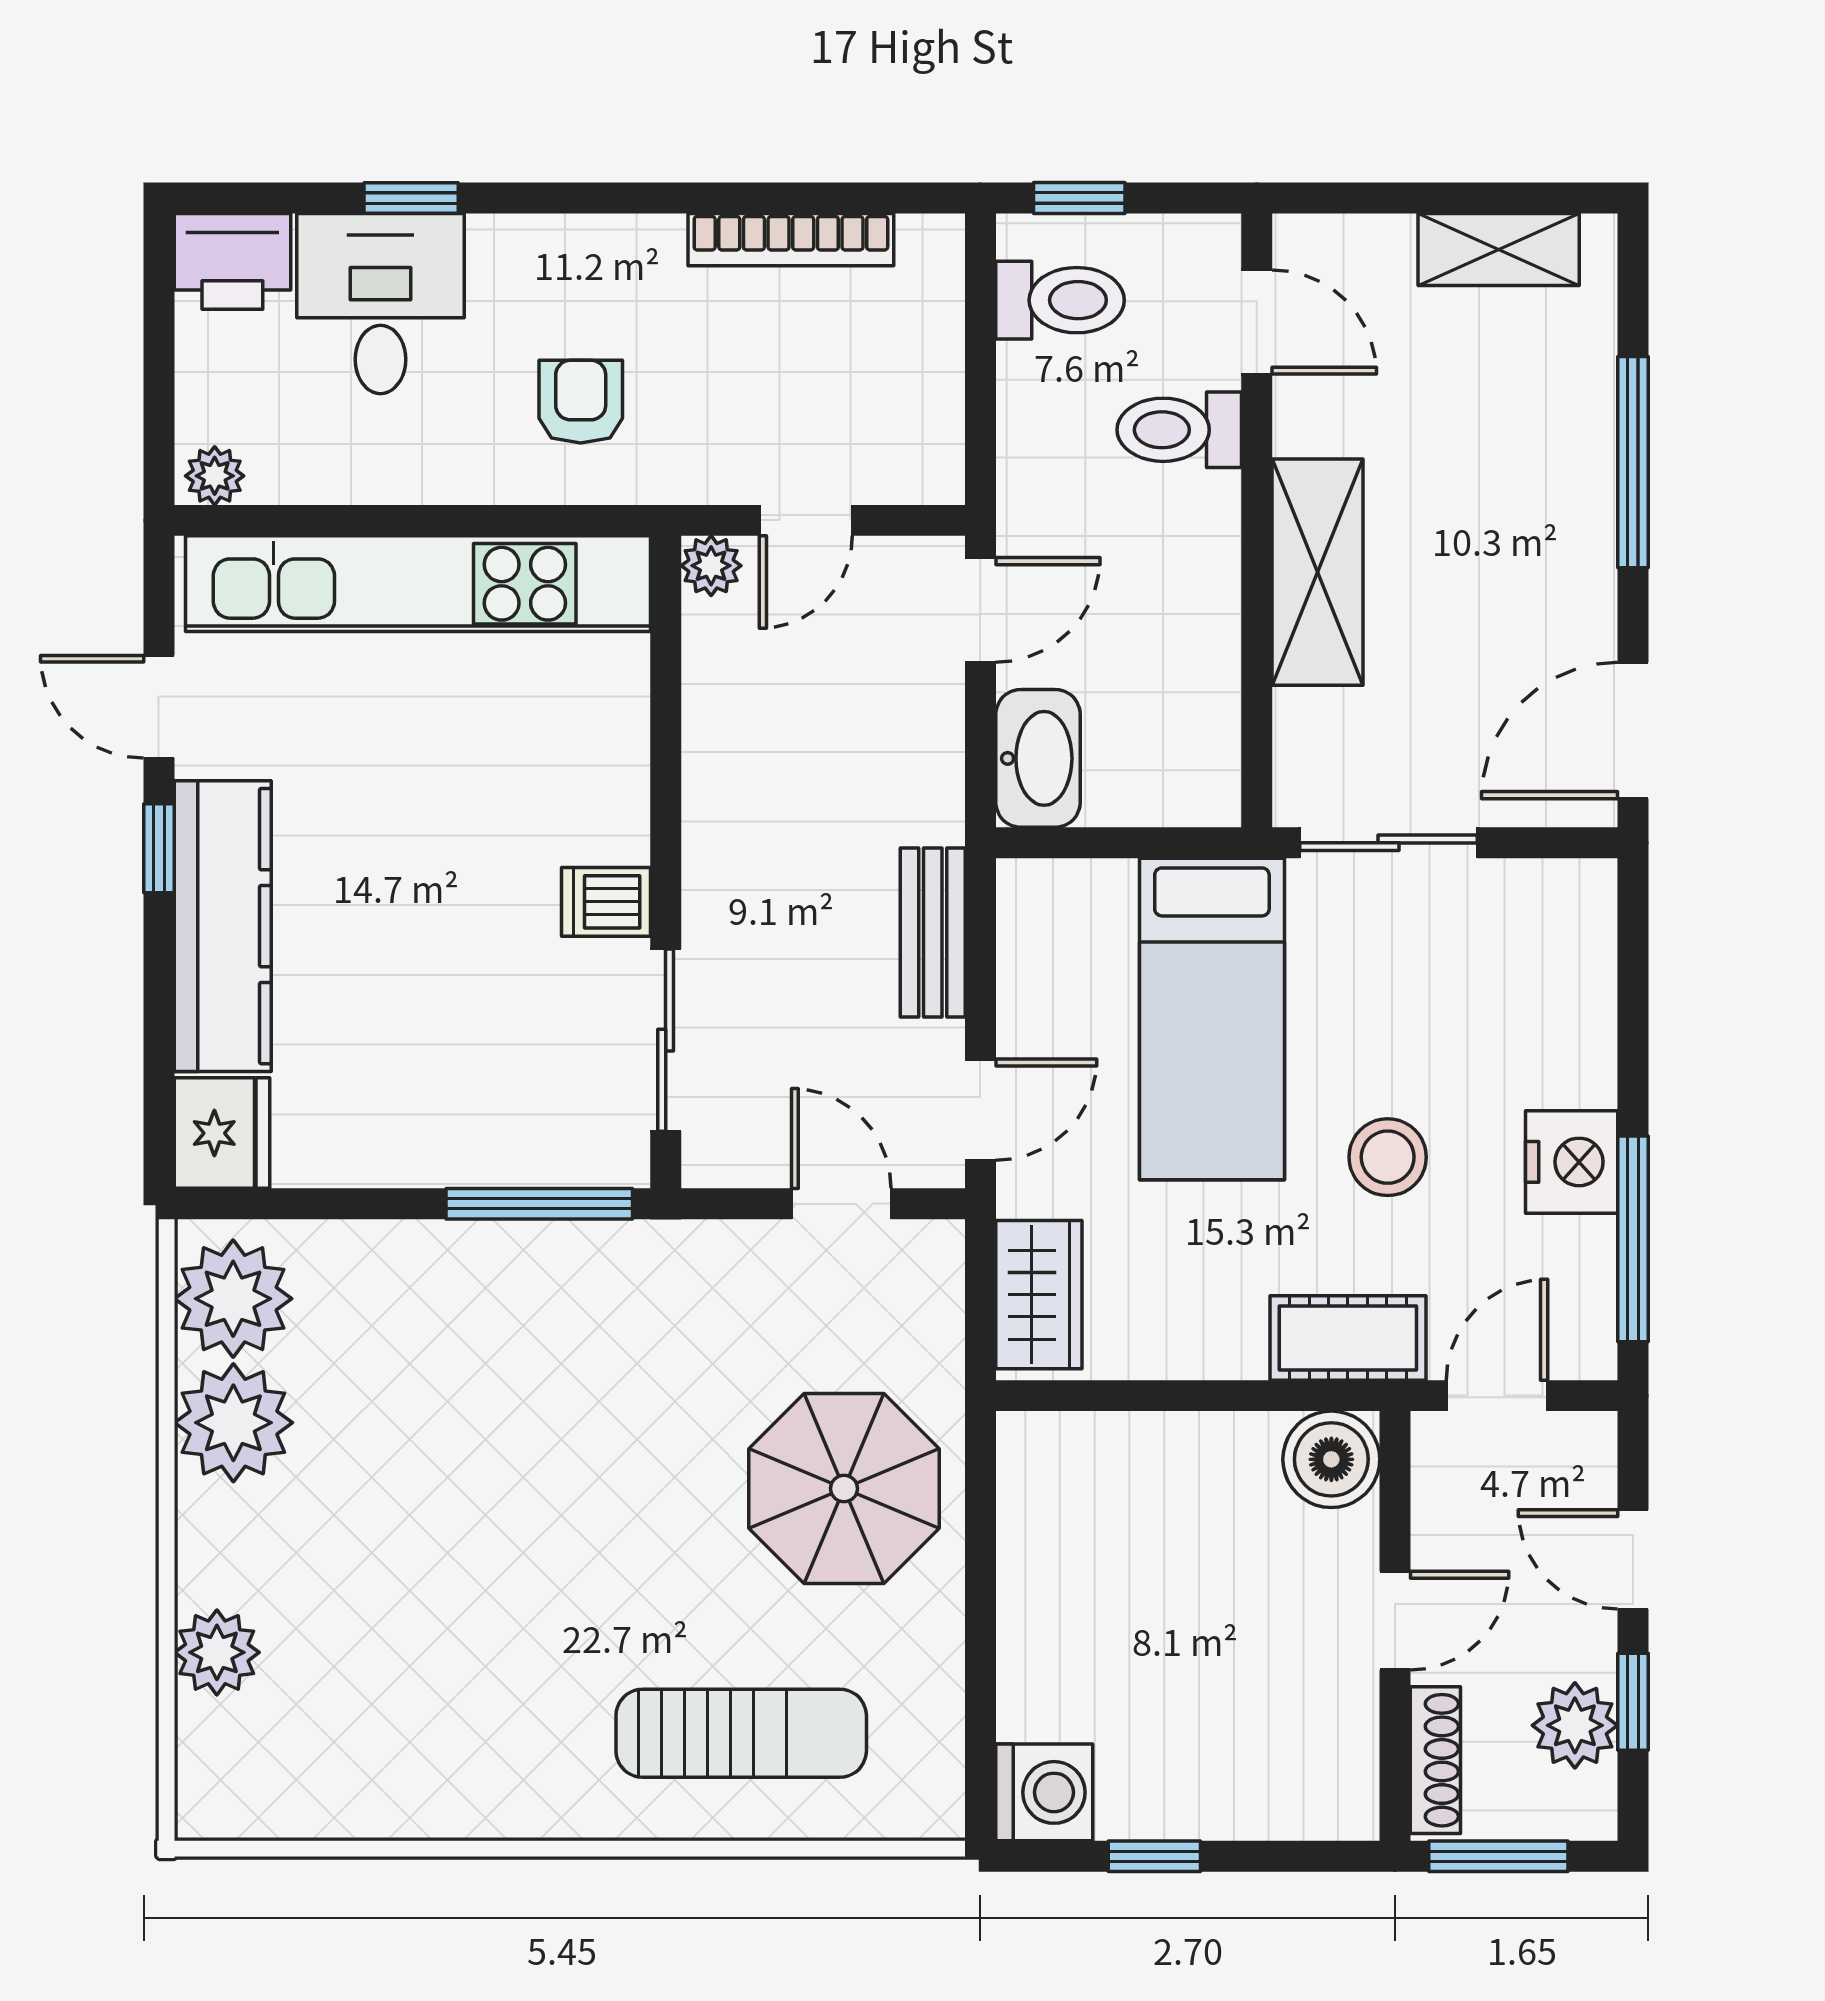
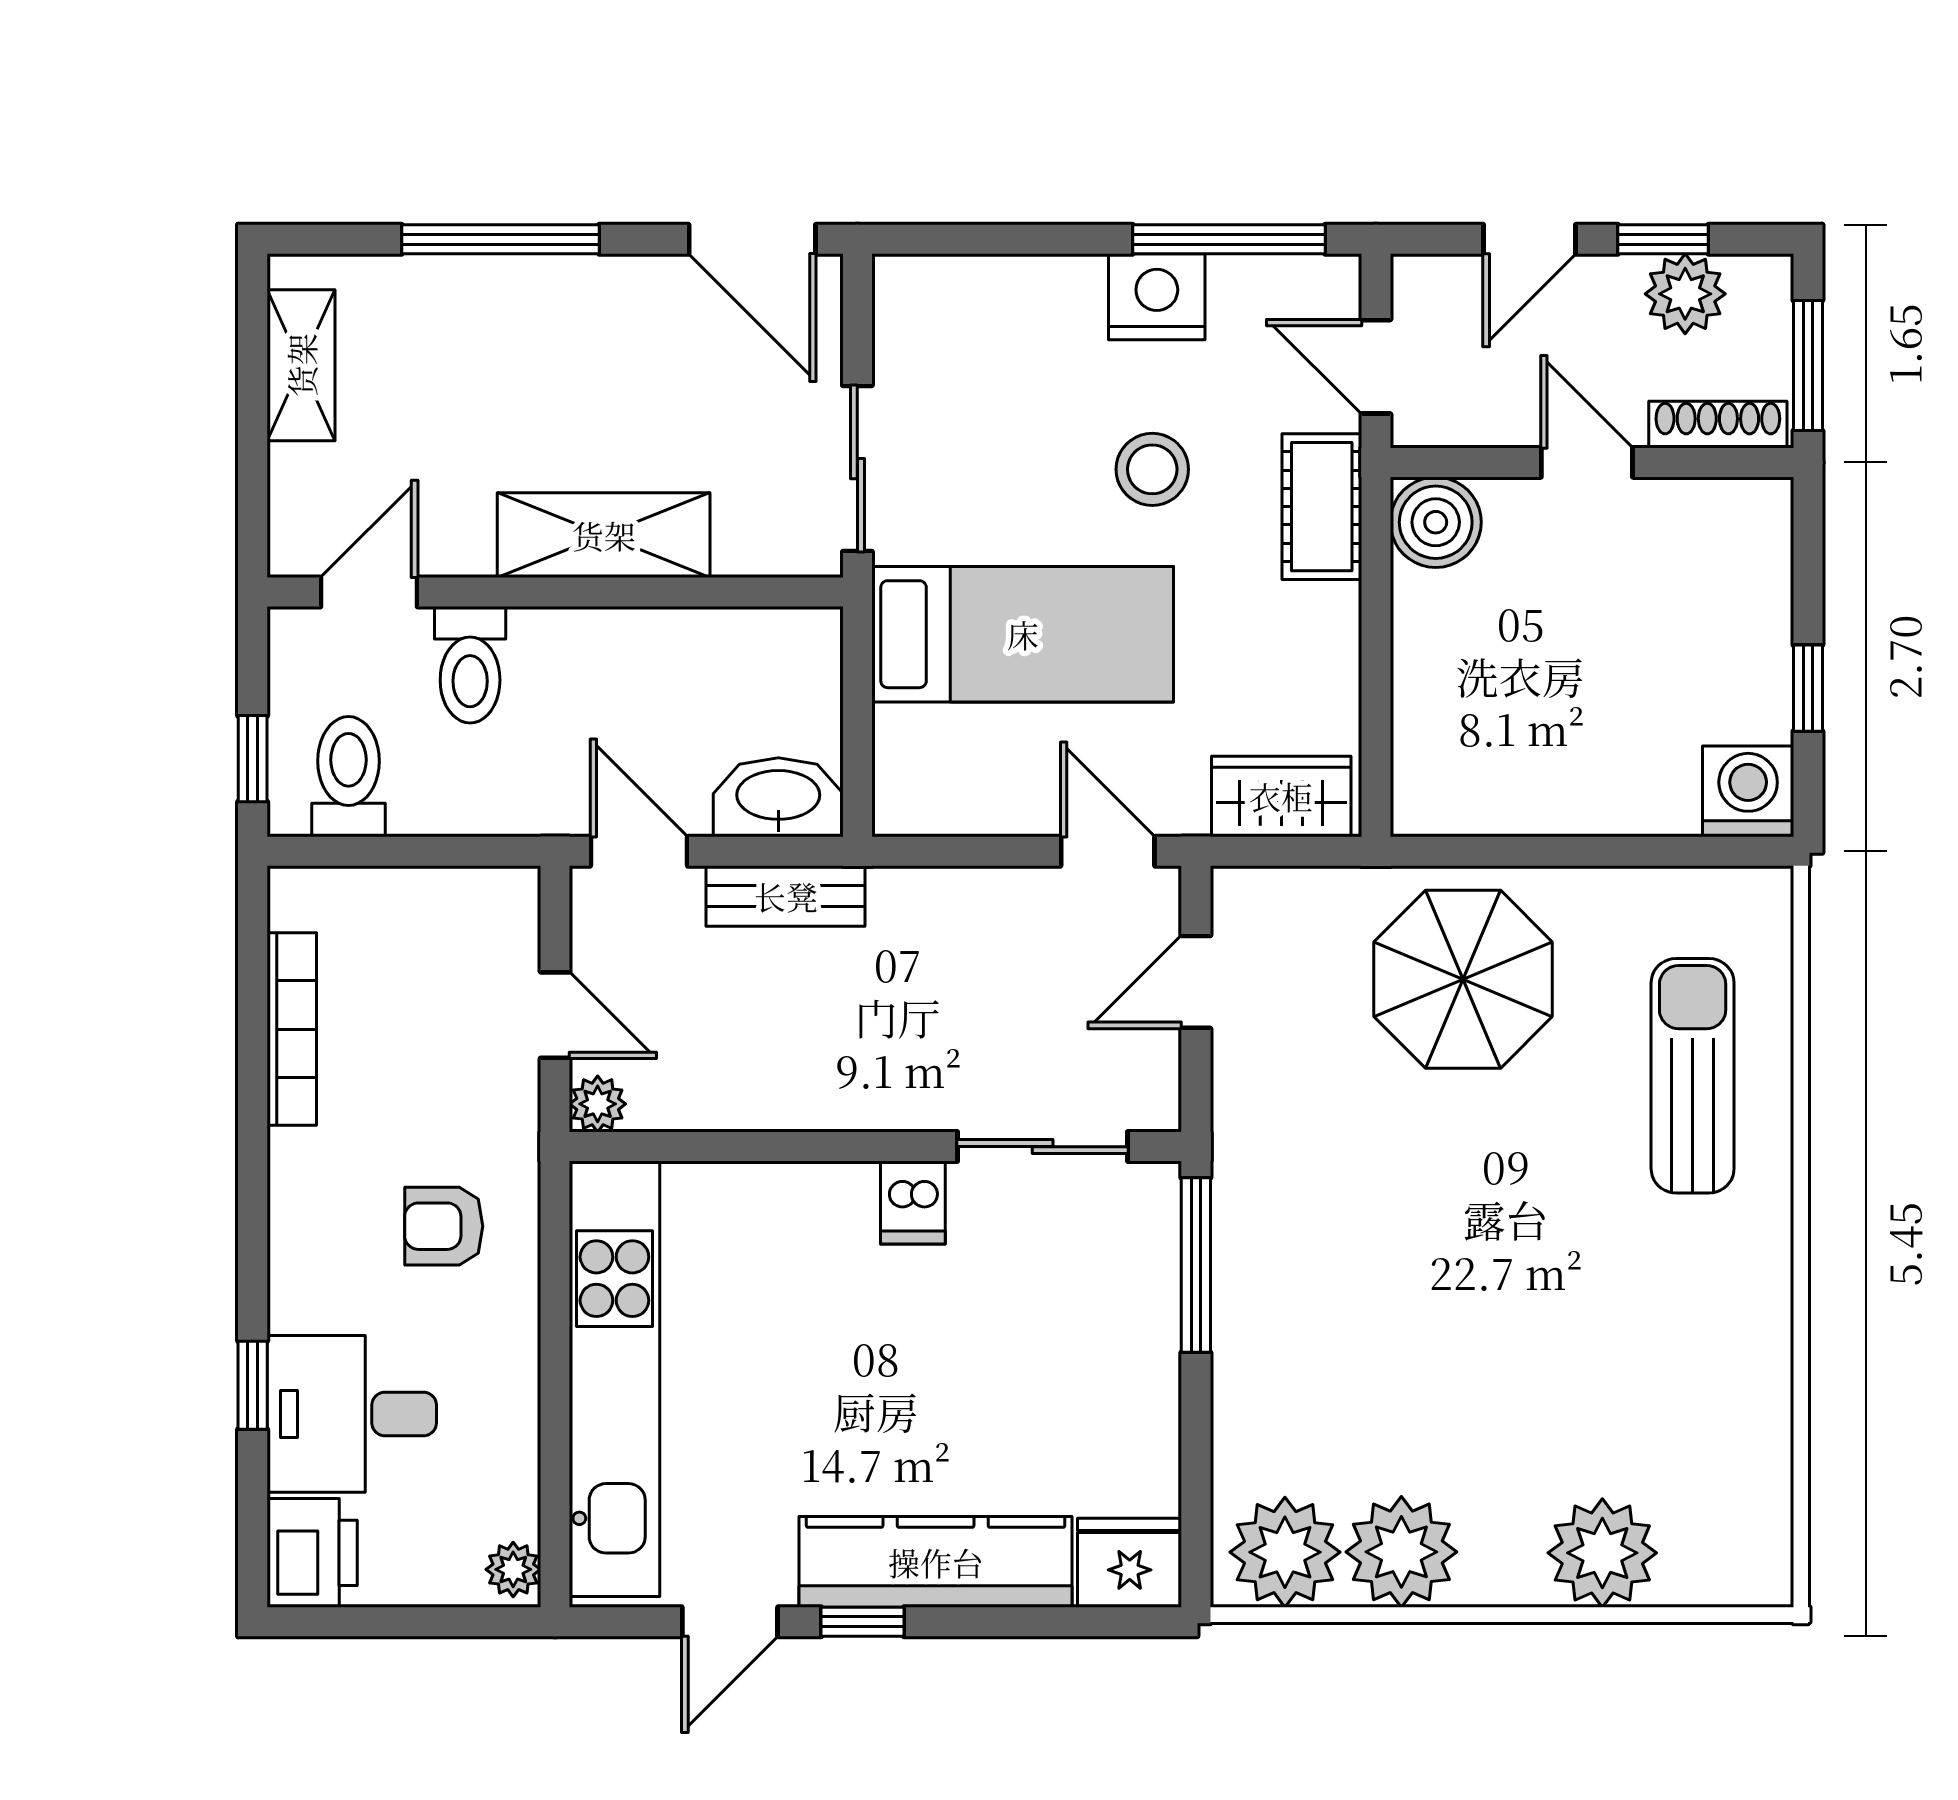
bench: (933, 933) -> (786, 896), moved
plant: (217, 1652) -> (1602, 1553), width x1.36, depth x1.36

